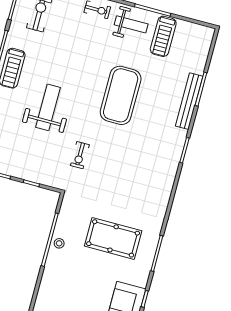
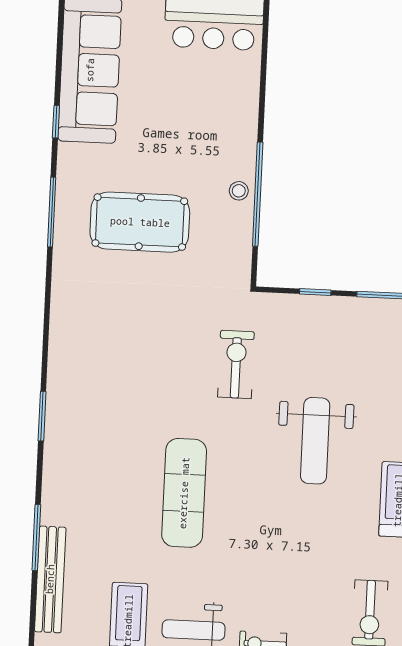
exercise mat: (121, 95) -> (184, 493), width x0.68
bench: (189, 101) -> (50, 579), moved
exercise bike: (80, 155) -> (236, 364), width x1.38, depth x1.39

